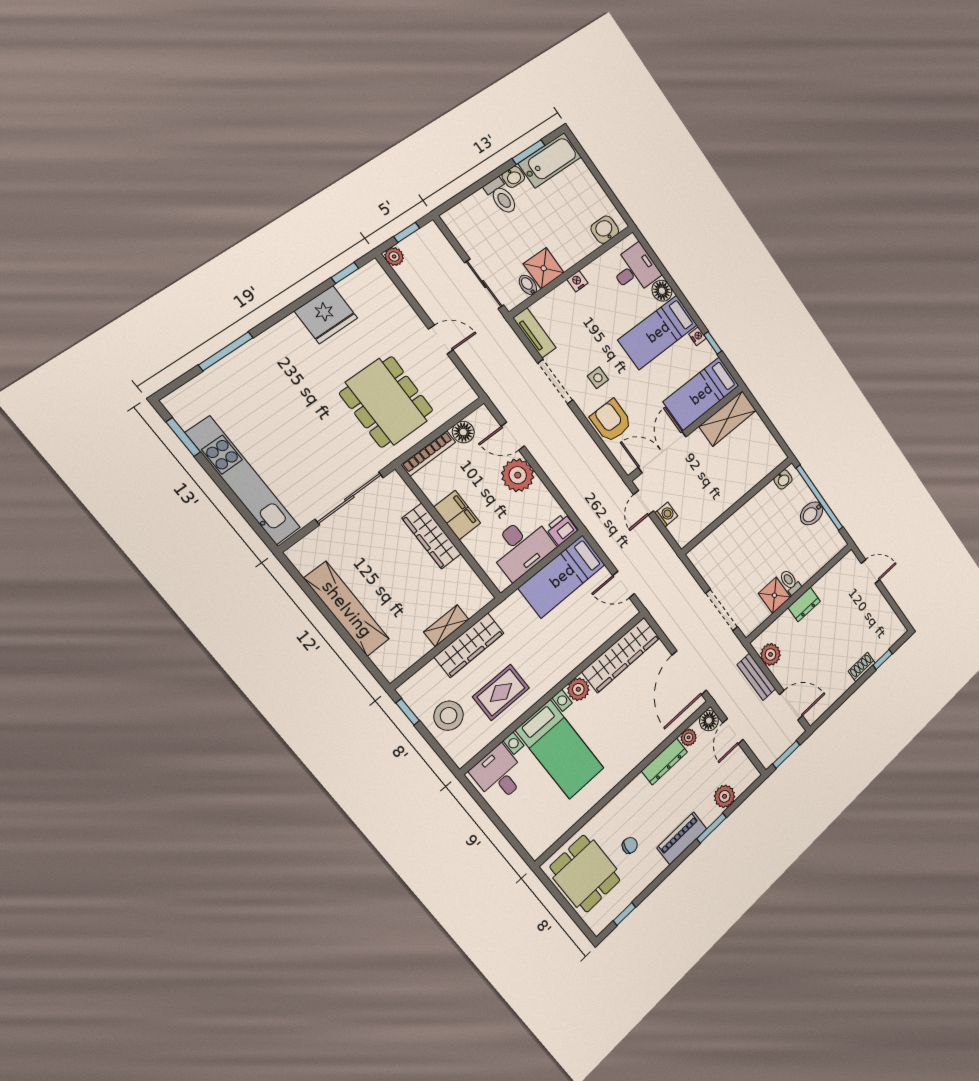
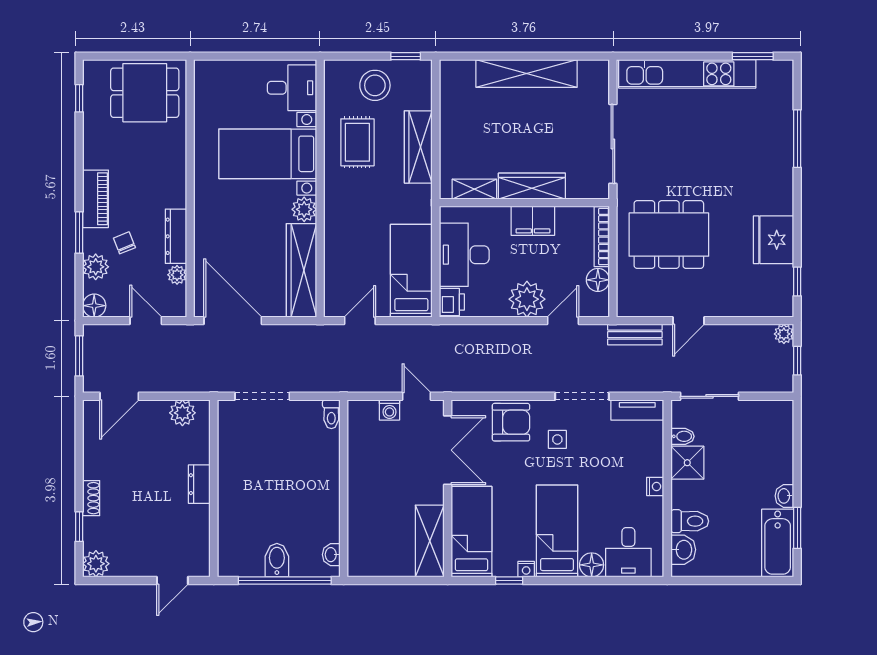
toilet: (501, 196) -> (690, 521), moved, turned 180
toilet: (790, 582) -> (331, 414), moved, turned 90
shower: (774, 595) -> (233, 460), removed
shelving: (446, 626) -> (474, 189), moved, turned 90
plant: (895, 629) -> (96, 564), added
bench: (756, 677) -> (635, 335), moved
floor lamp: (709, 721) -> (94, 306), moved
chair: (630, 845) -> (124, 243), moved, turned 149

